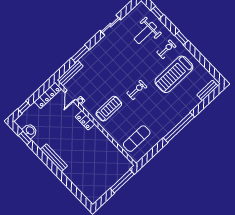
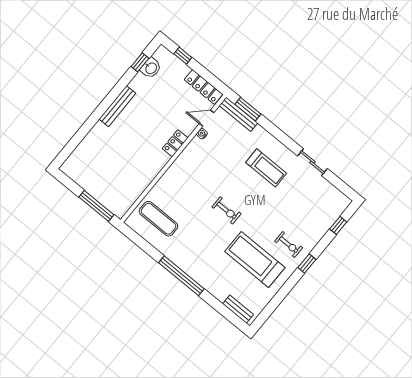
weight bench: (145, 33) -> (308, 212), removed
window: (80, 54) -> (248, 109), moved
treadmill: (109, 109) -> (266, 168), moved

